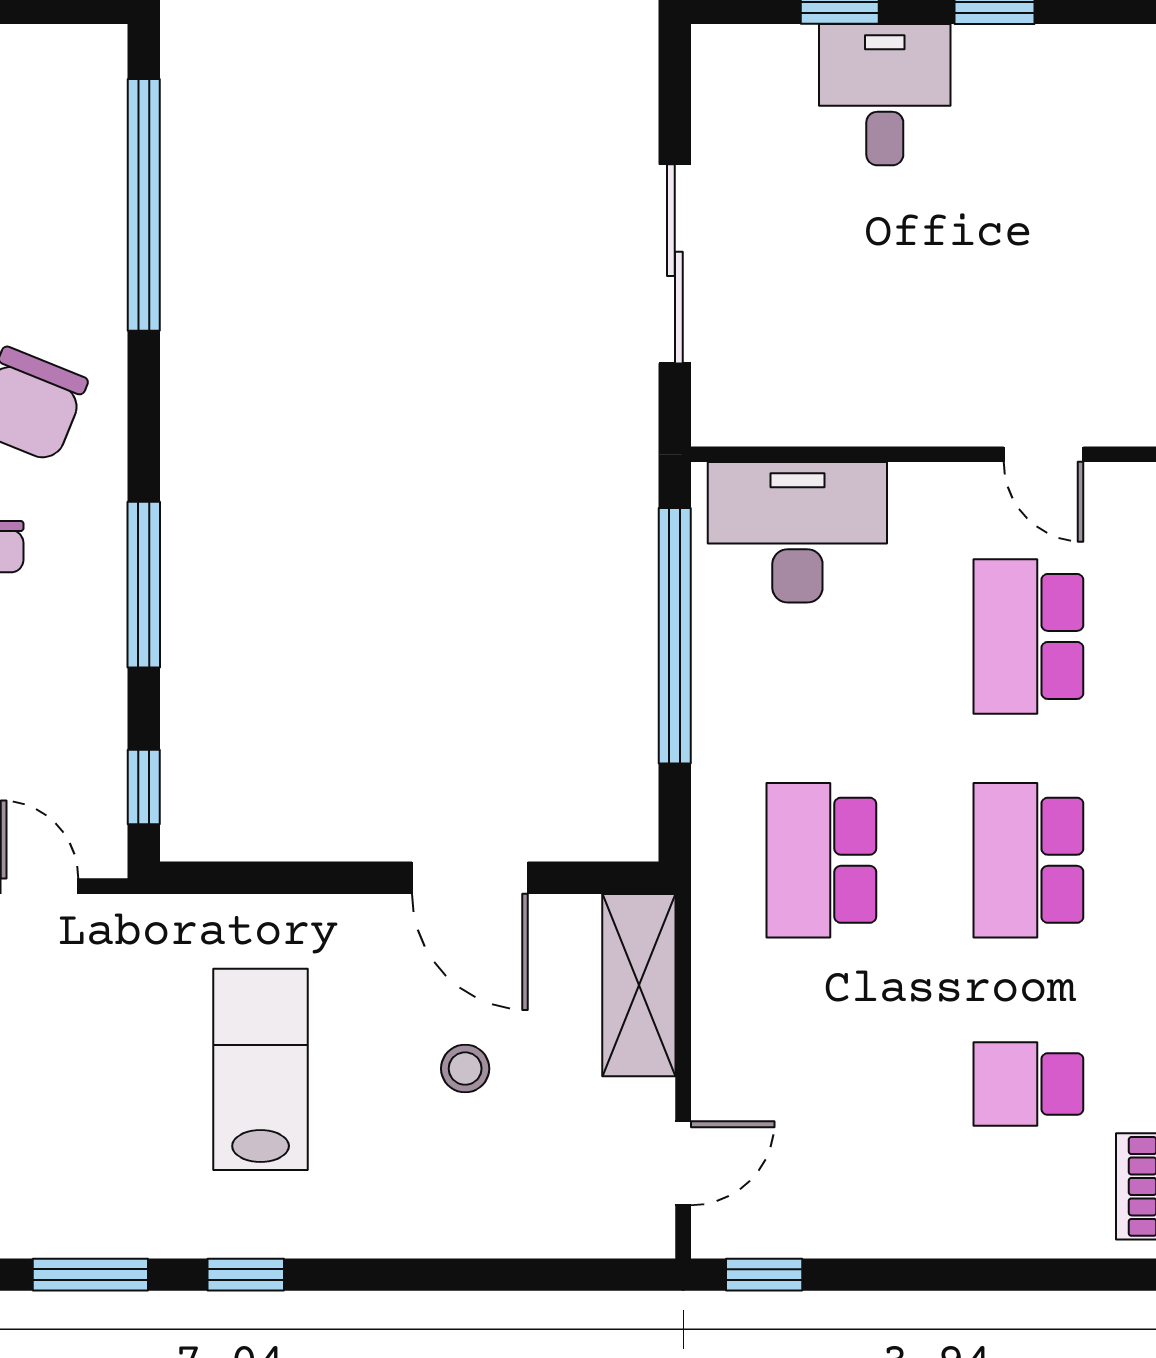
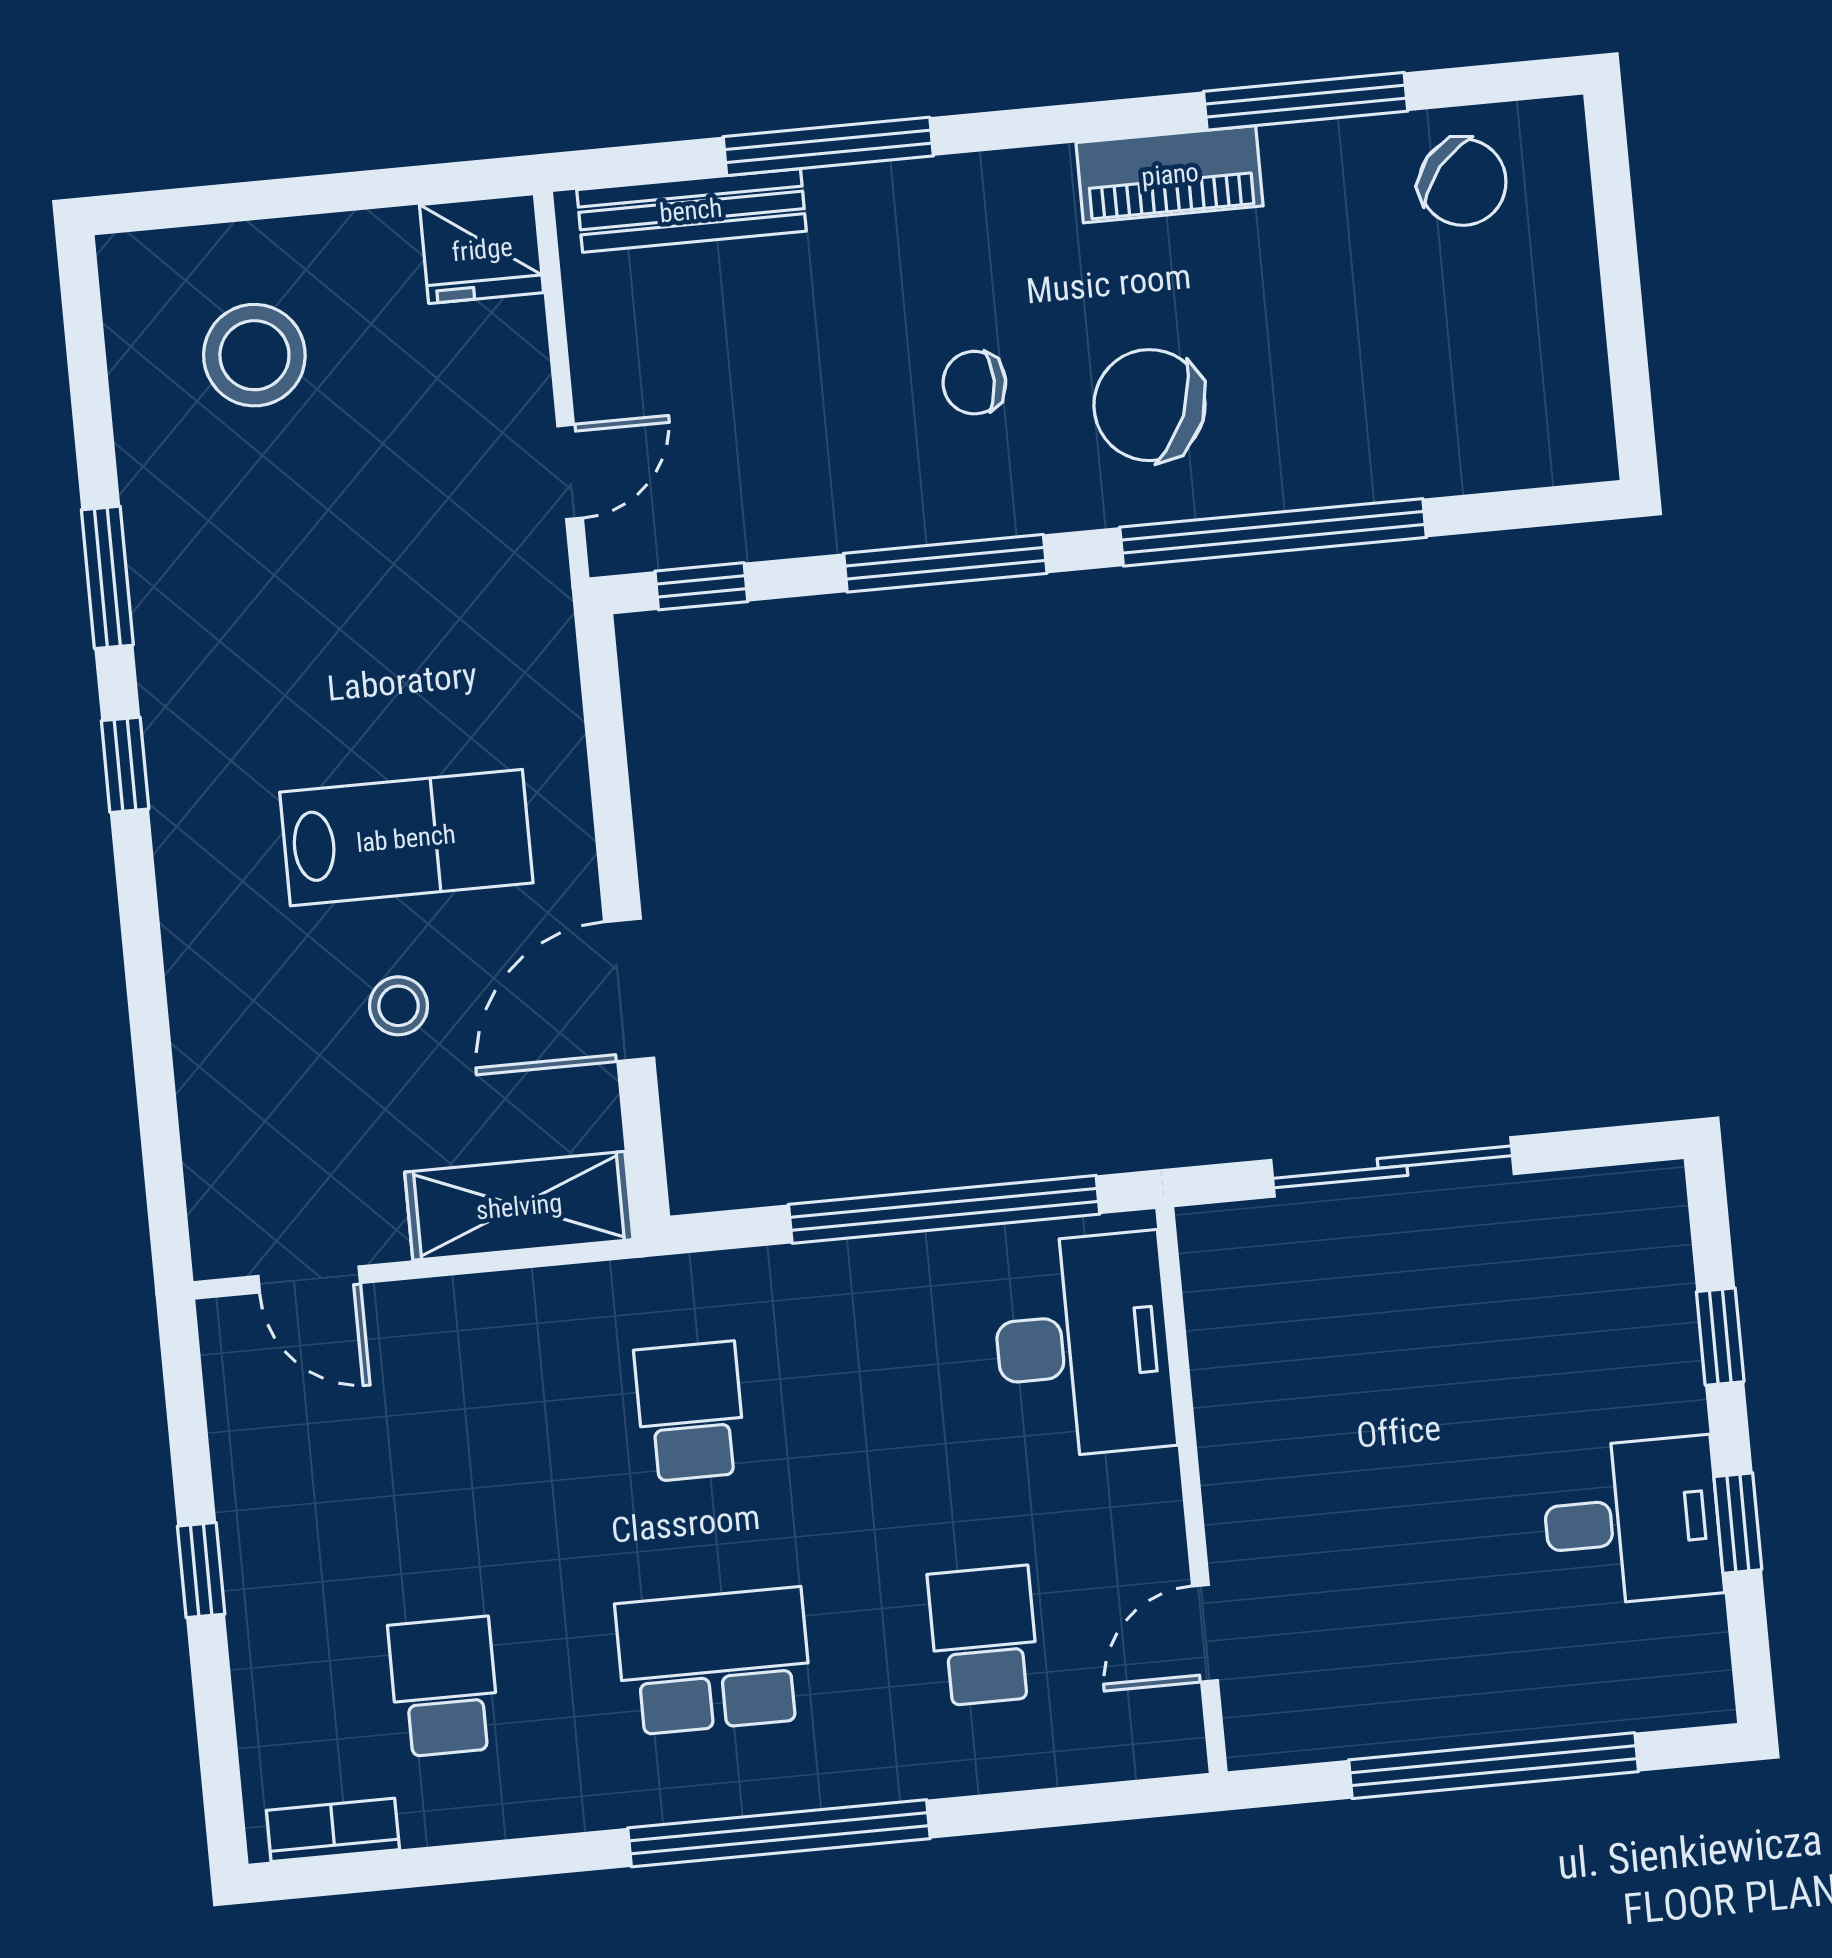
desk: (885, 95) -> (1632, 1521), moved
window: (144, 205) -> (1273, 532), moved
school desk: (1028, 636) -> (984, 1636), width x0.54
school desk: (821, 860) -> (690, 1412), width x0.54
lab bench: (261, 1069) -> (406, 838), moved
window: (764, 1275) -> (201, 1570), moved

